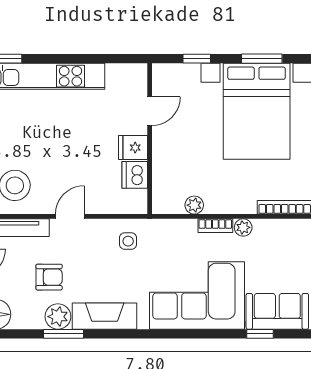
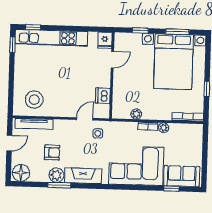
fridge: (133, 148) -> (105, 40), moved, turned -90
door: (70, 216) -> (85, 119), moved

